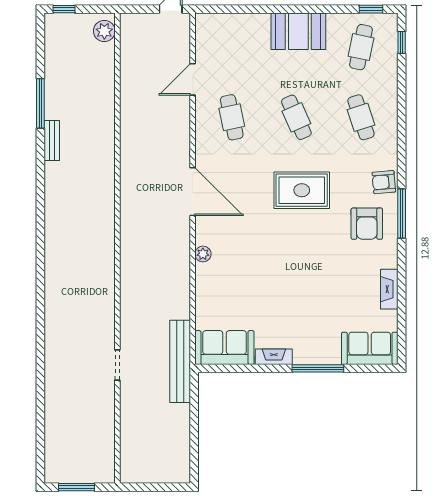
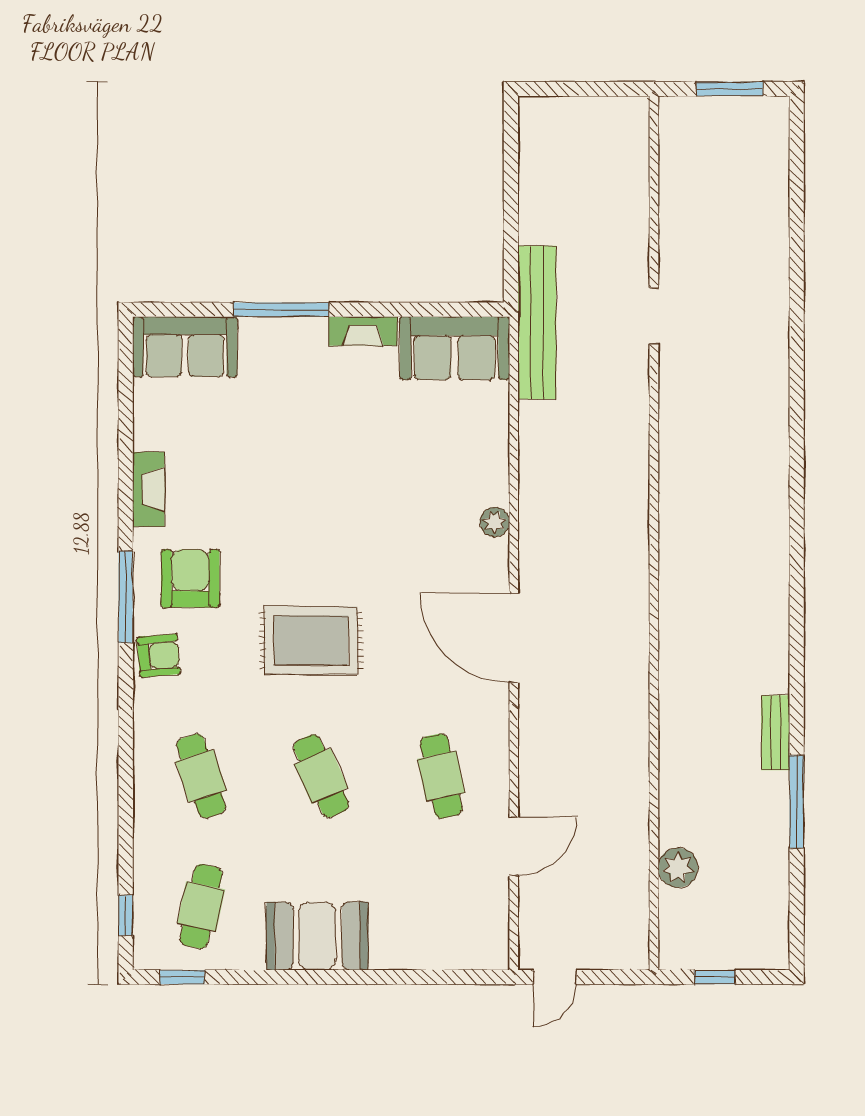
window: (64, 9) -> (715, 977), moved
plant: (104, 31) -> (678, 868), moved
fireplace: (389, 289) -> (149, 489), moved

